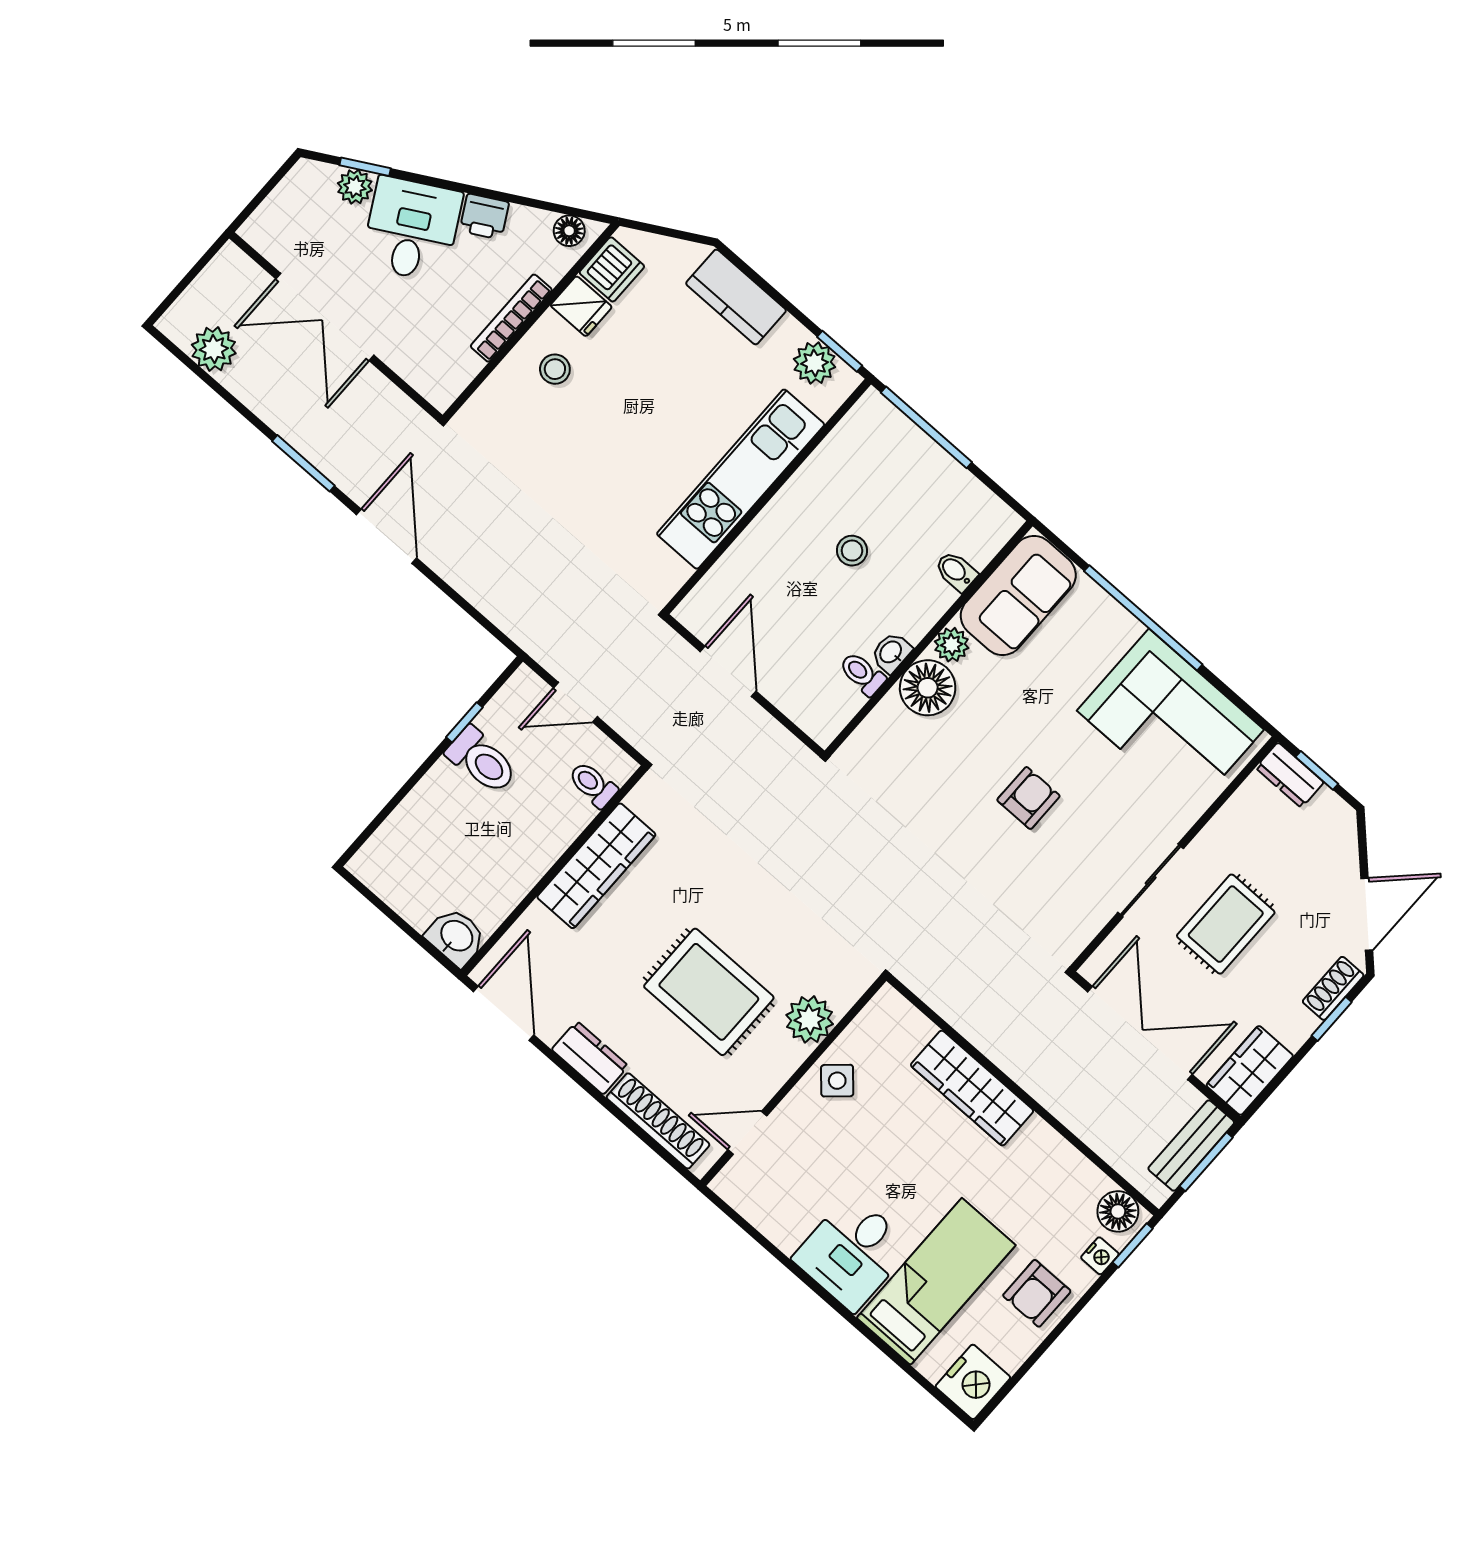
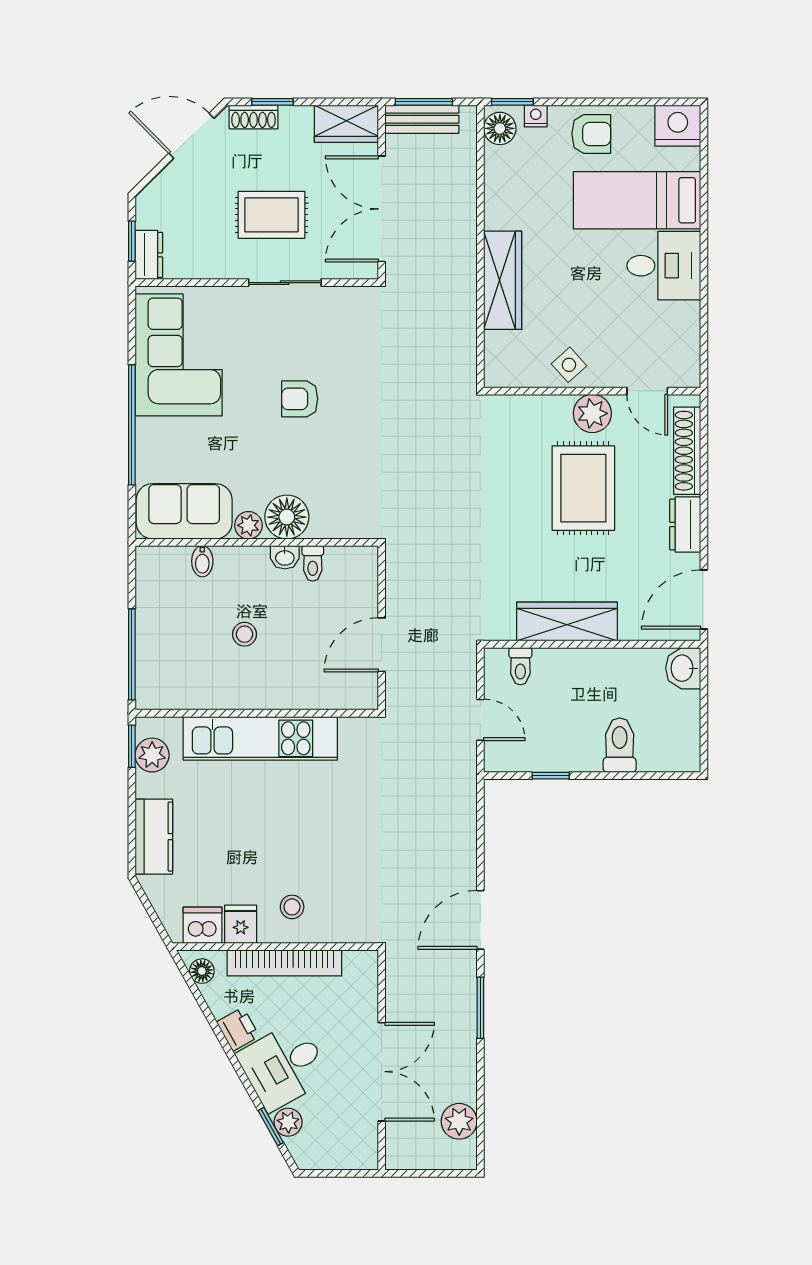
bookcase: (511, 318) -> (284, 963), width x1.48, depth x1.31
toilet: (482, 761) -> (620, 745), moved
plant: (810, 1019) -> (592, 413), moved

